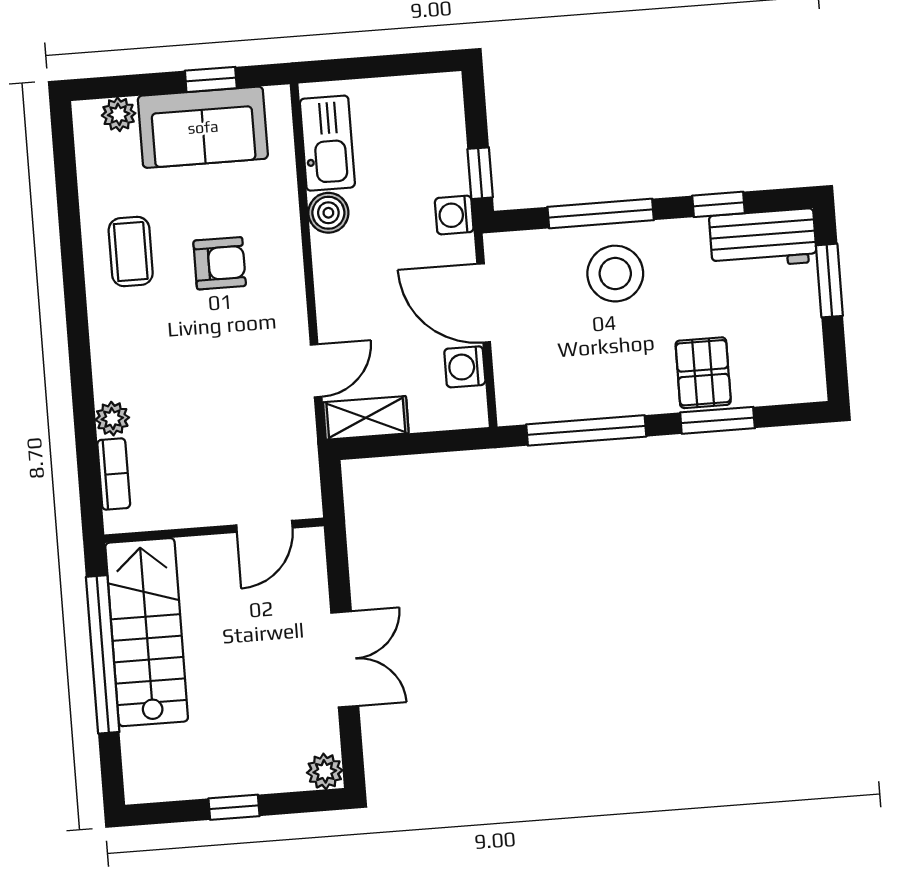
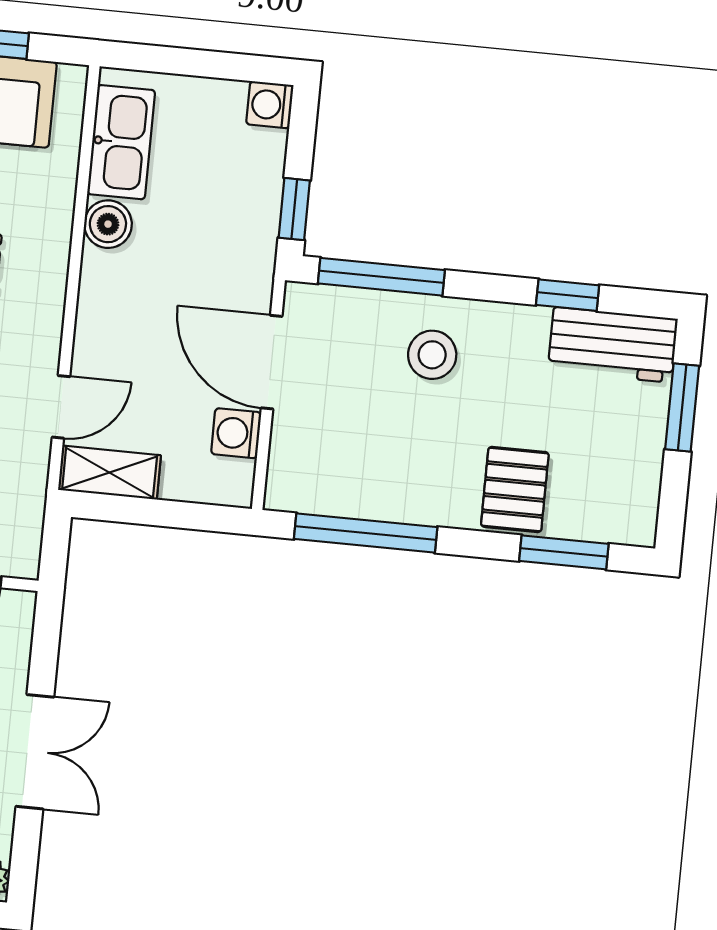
window: (601, 213) -> (381, 277), moved
washing machine: (454, 215) -> (270, 105), moved
stool: (615, 274) -> (432, 355), width x0.73, depth x0.73
window: (717, 420) -> (564, 552), moved

